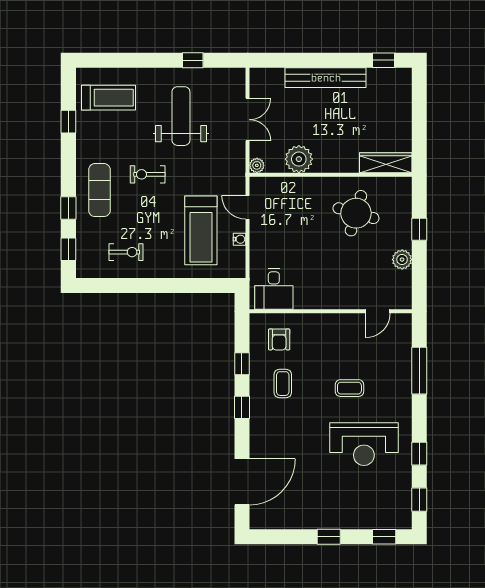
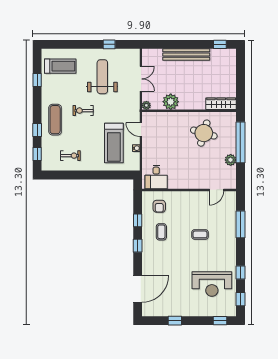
window: (419, 229) -> (240, 142), width x3.17
reception desk: (364, 444) -> (212, 284), moved
window: (329, 537) -> (175, 321), moved

